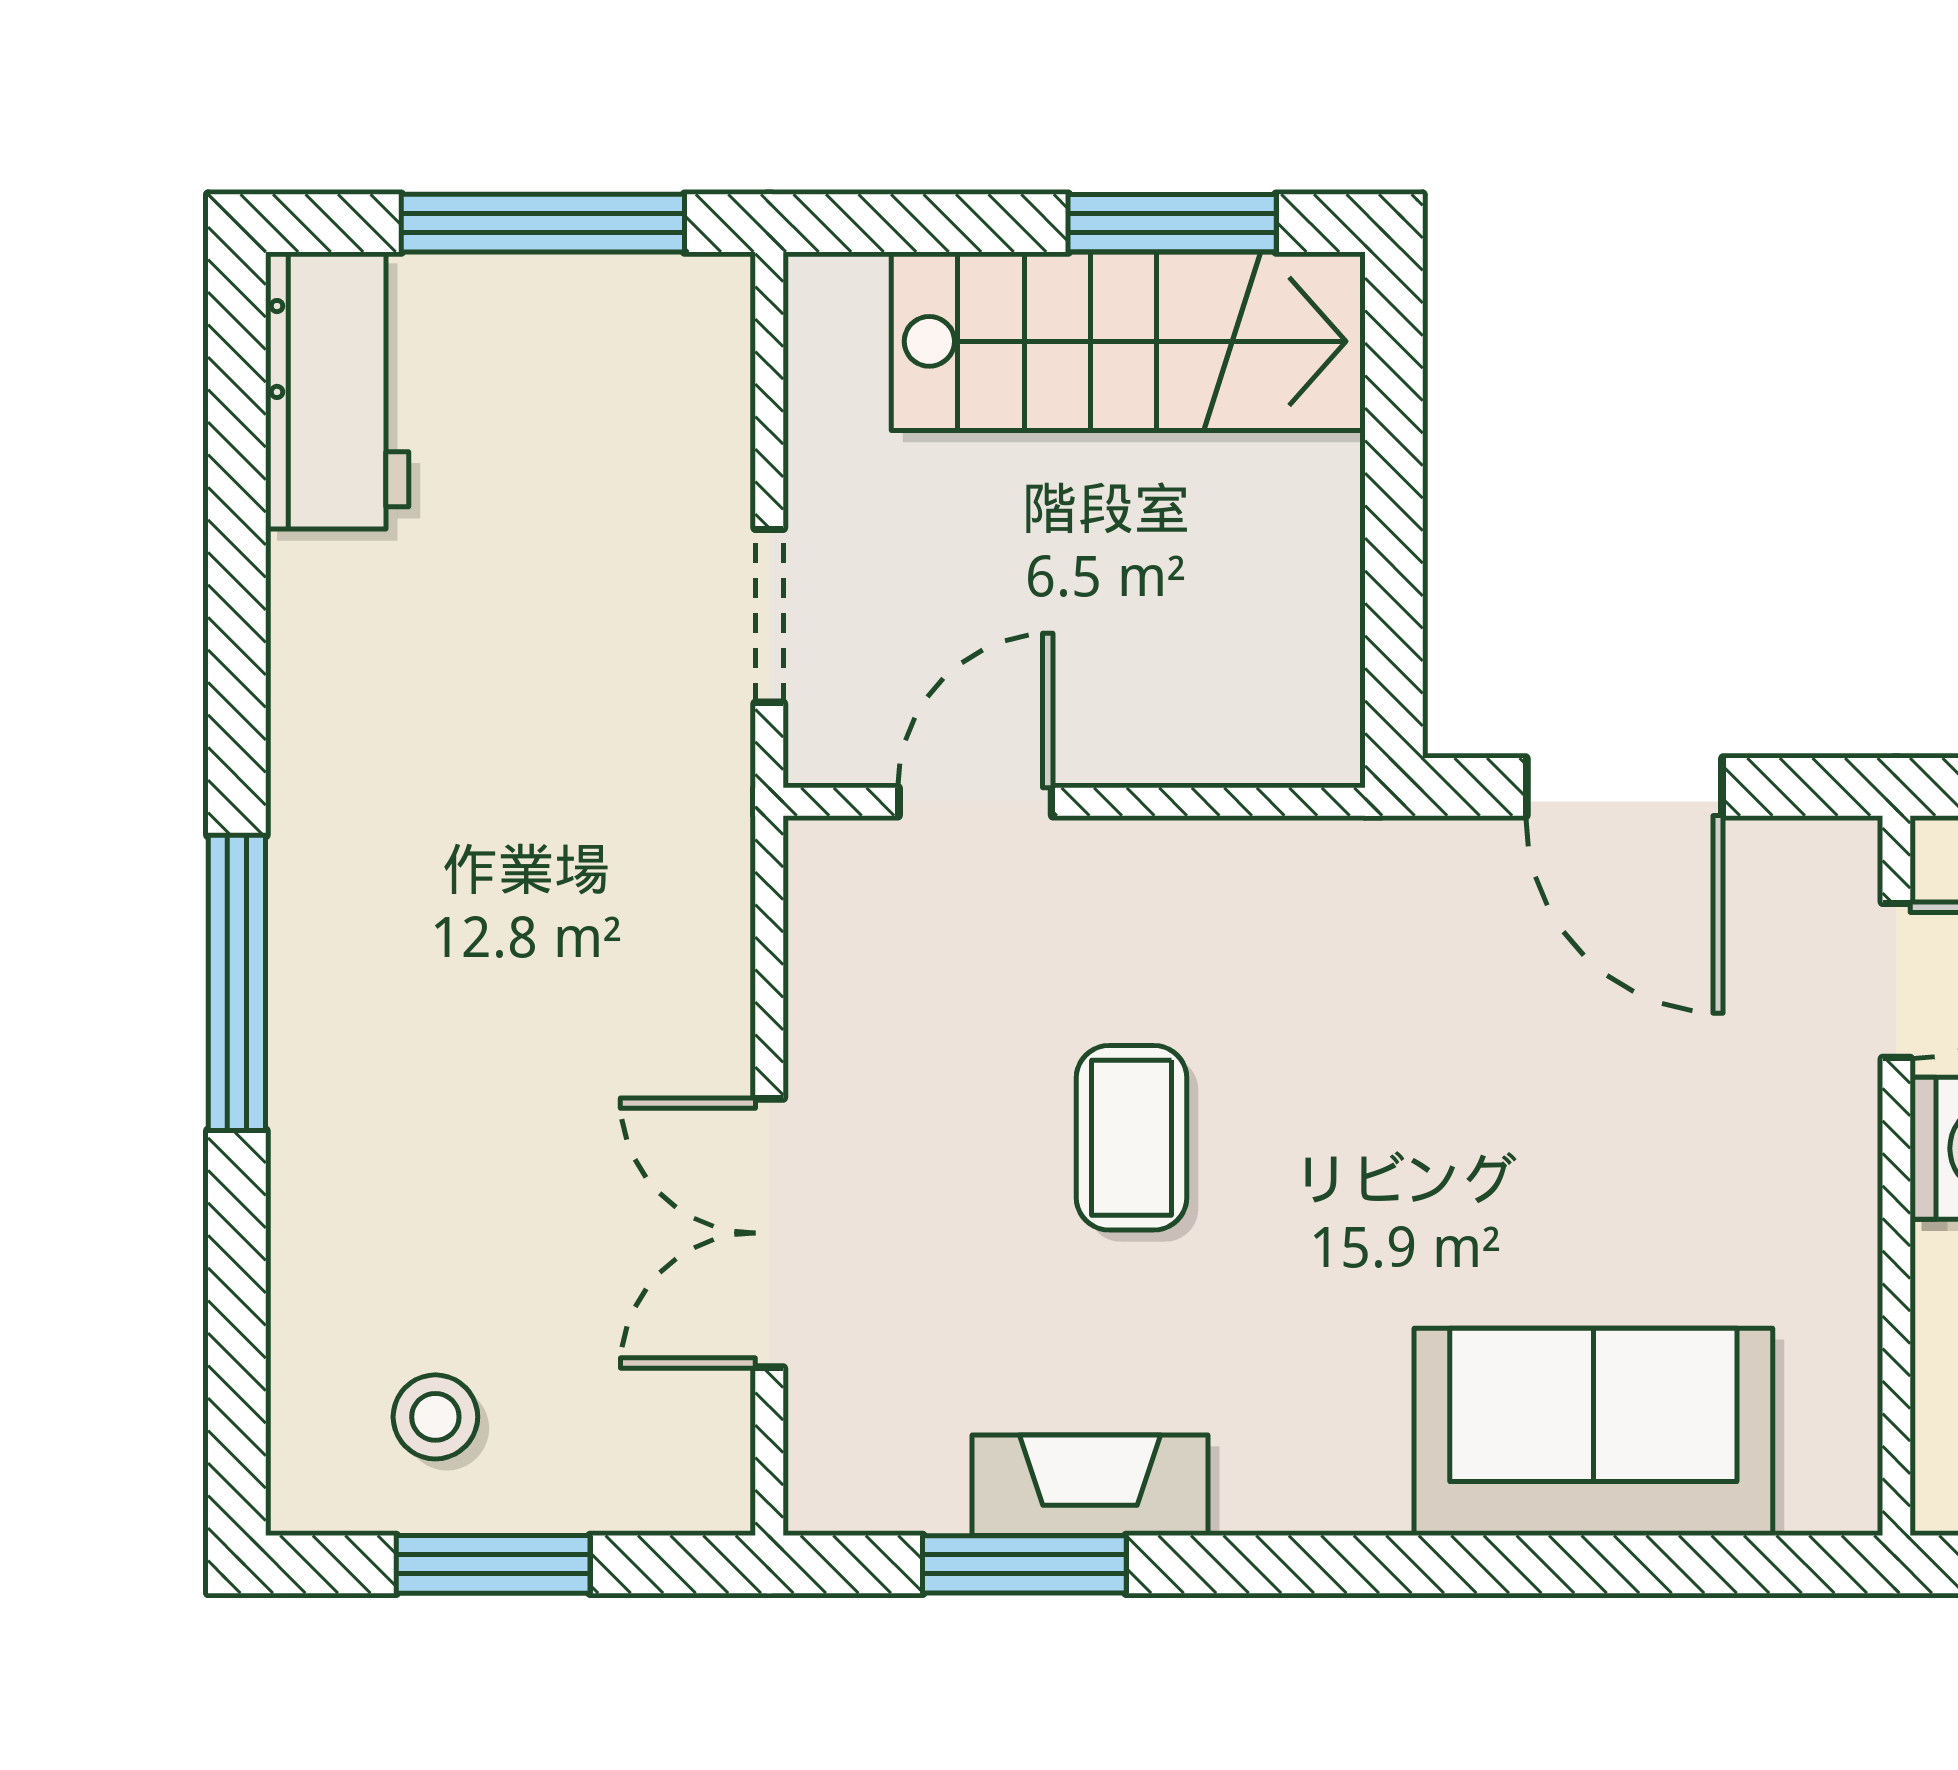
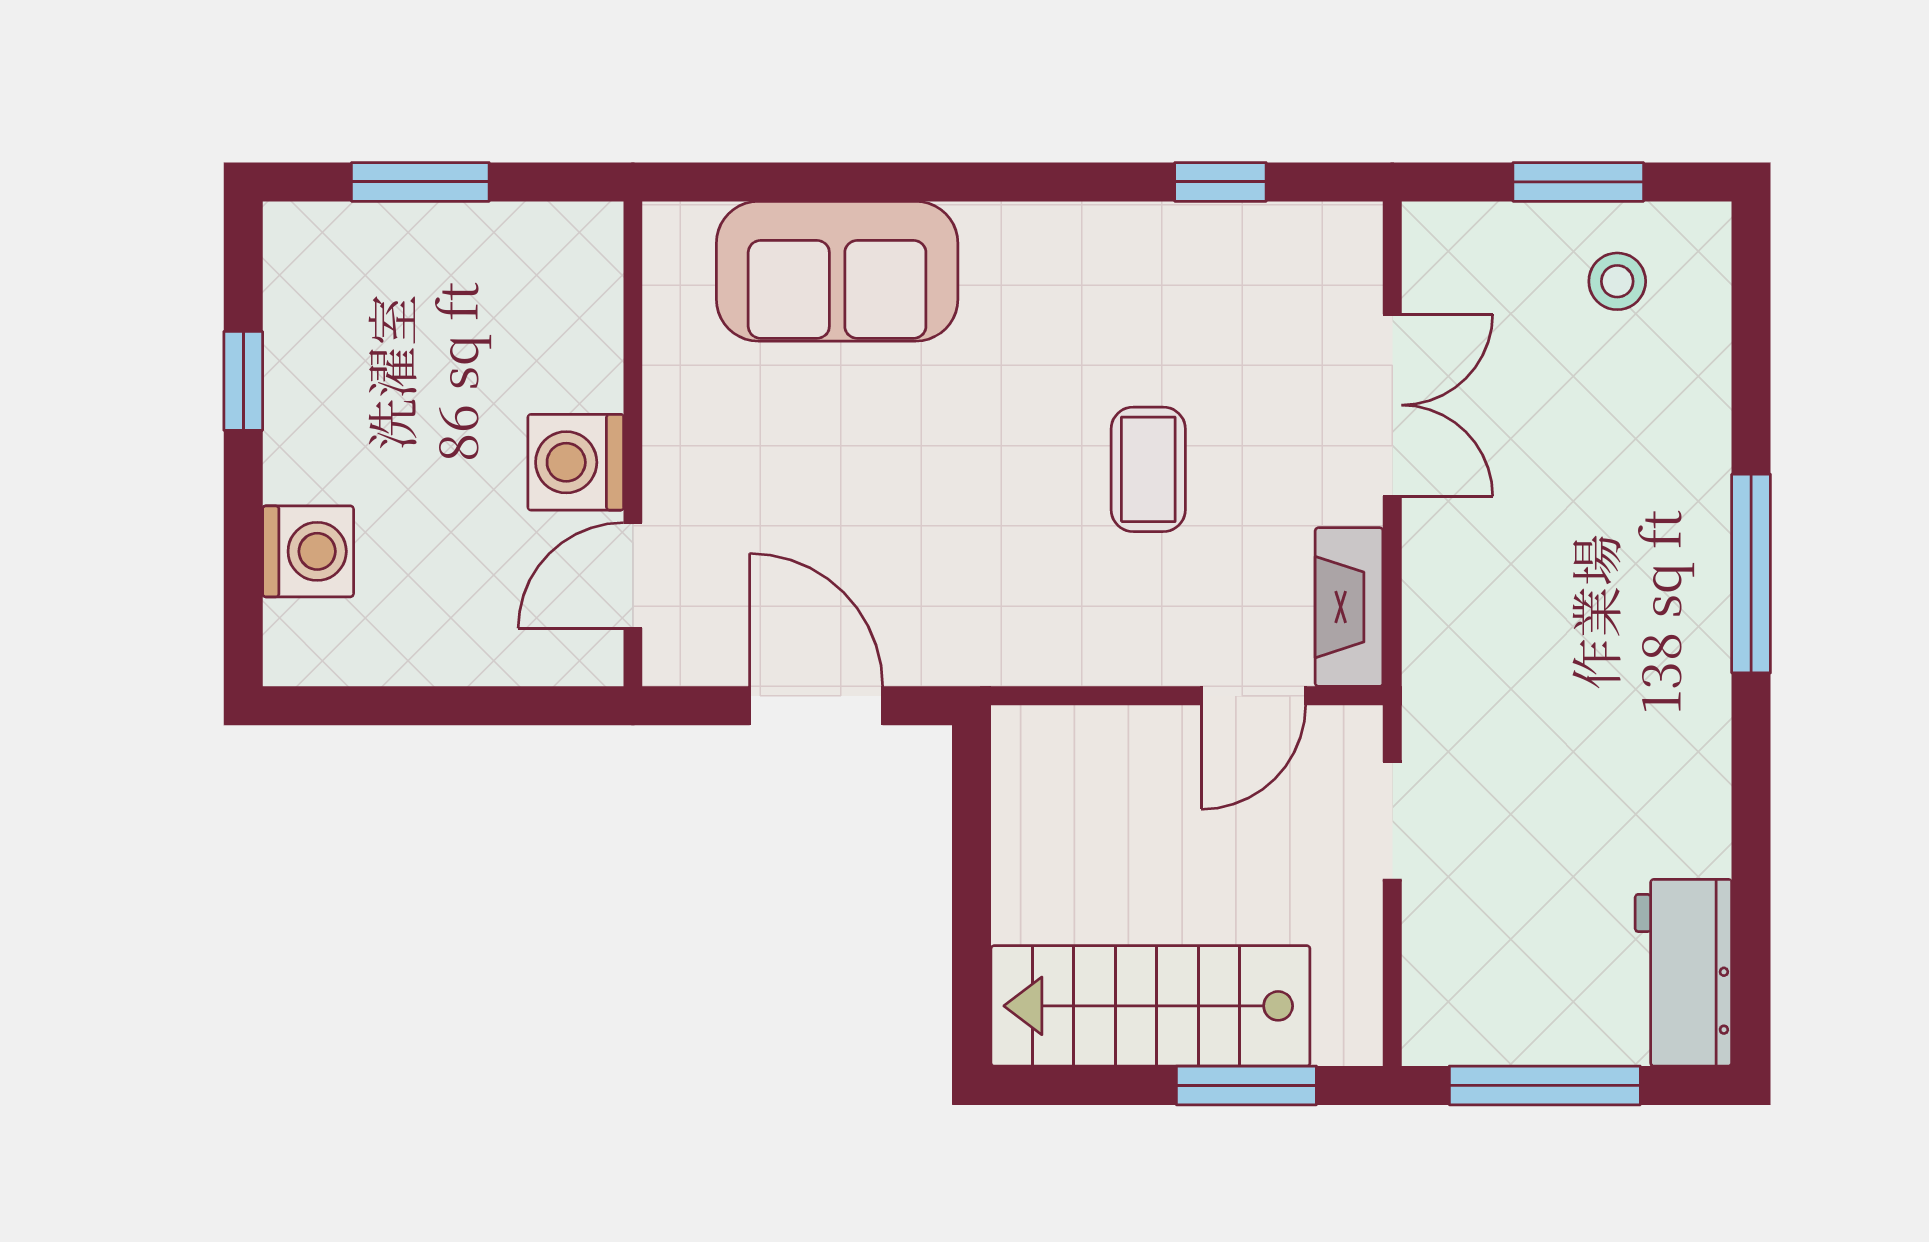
window: (1172, 223) -> (1246, 1085), moved
fireplace: (1090, 1485) -> (1349, 607), moved, turned 90
window: (1024, 1564) -> (1220, 182), width x0.67

